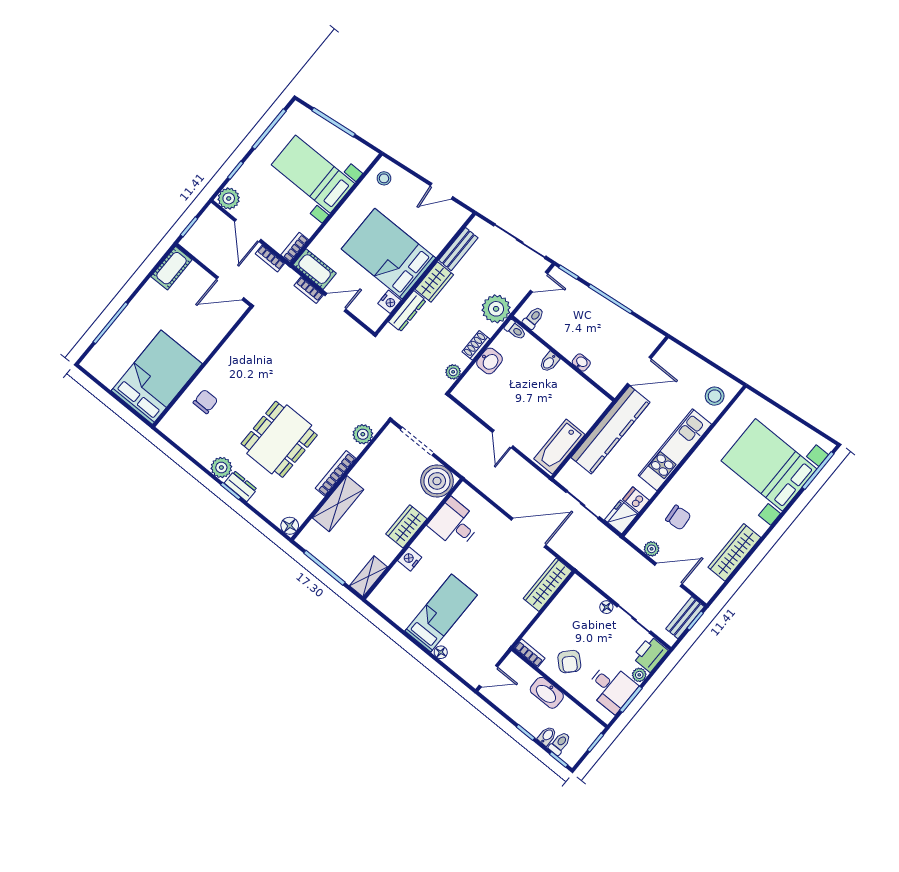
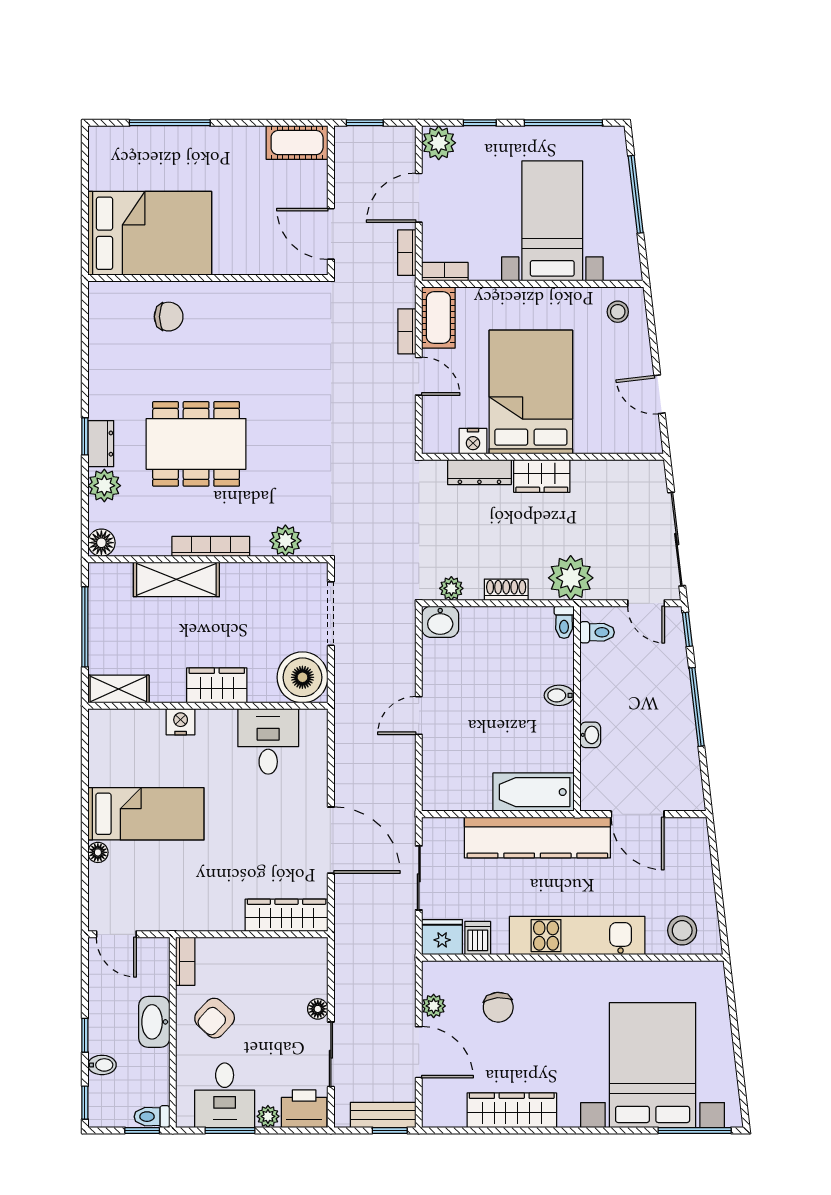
bench: (458, 249) -> (606, 472), removed
washbasin: (489, 361) -> (440, 622), moved
bathtub: (559, 447) -> (533, 792), moved
plant: (221, 467) -> (104, 486), moved
toilet: (560, 743) -> (152, 1117), moved, turned 180

